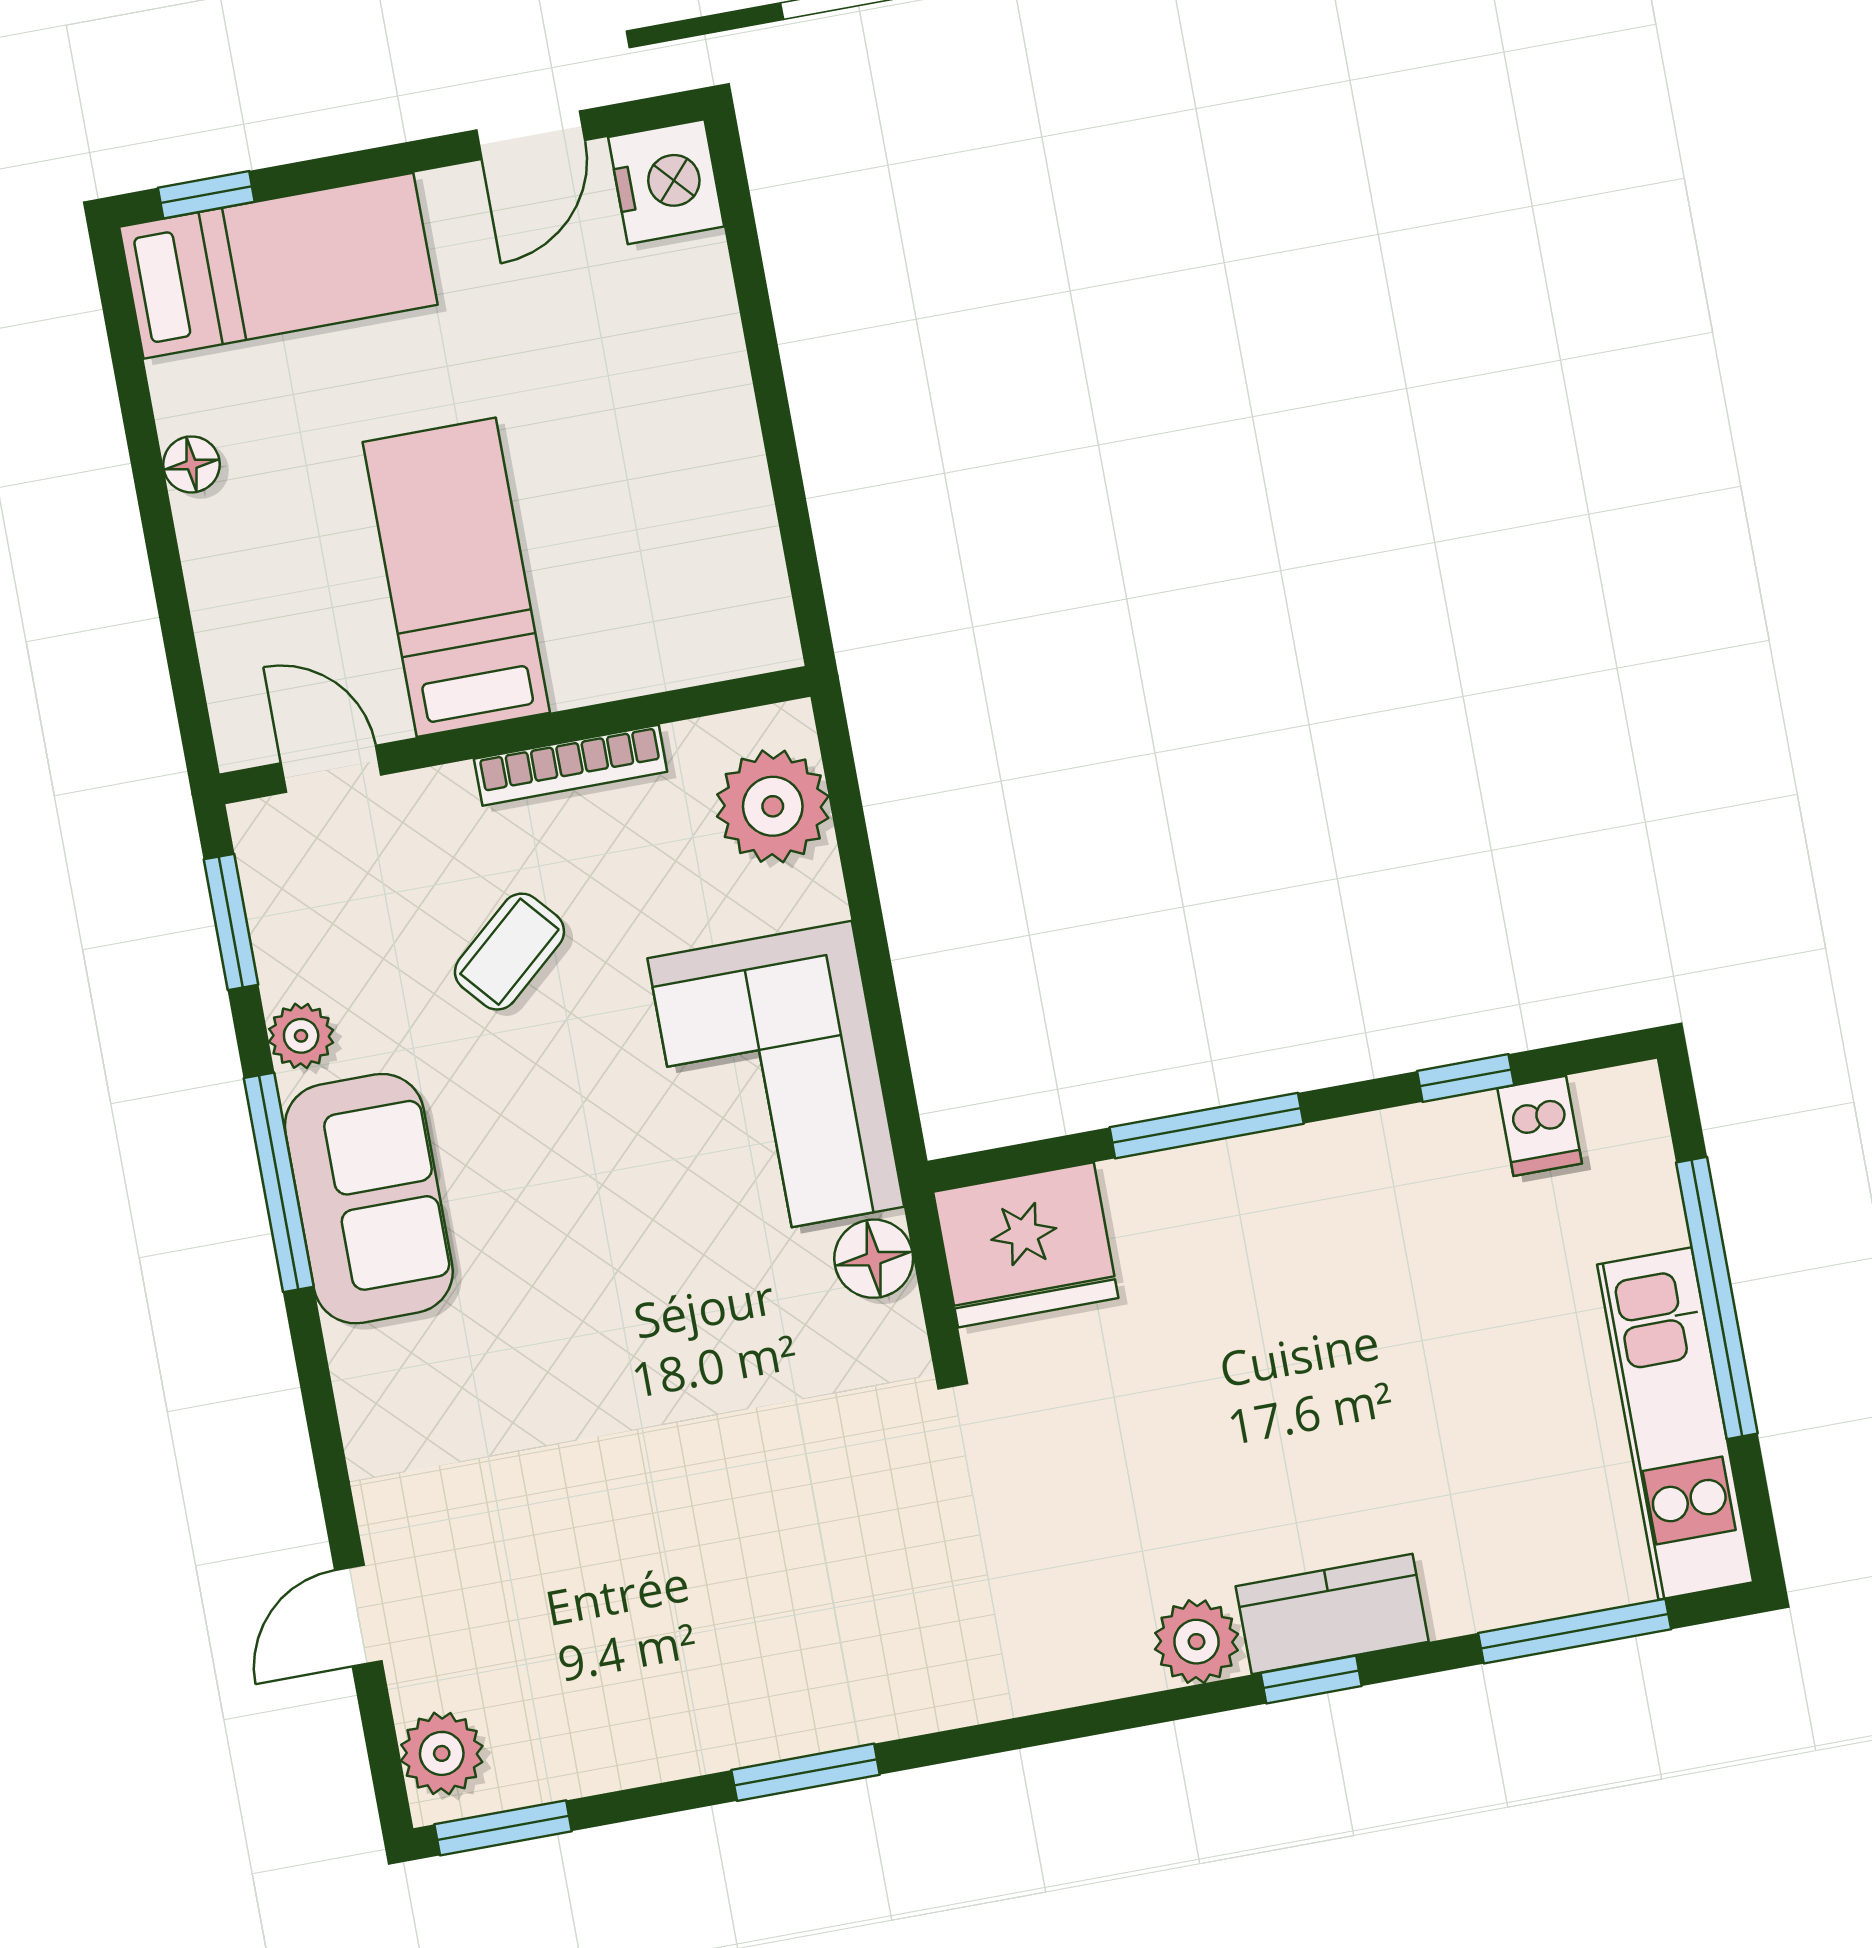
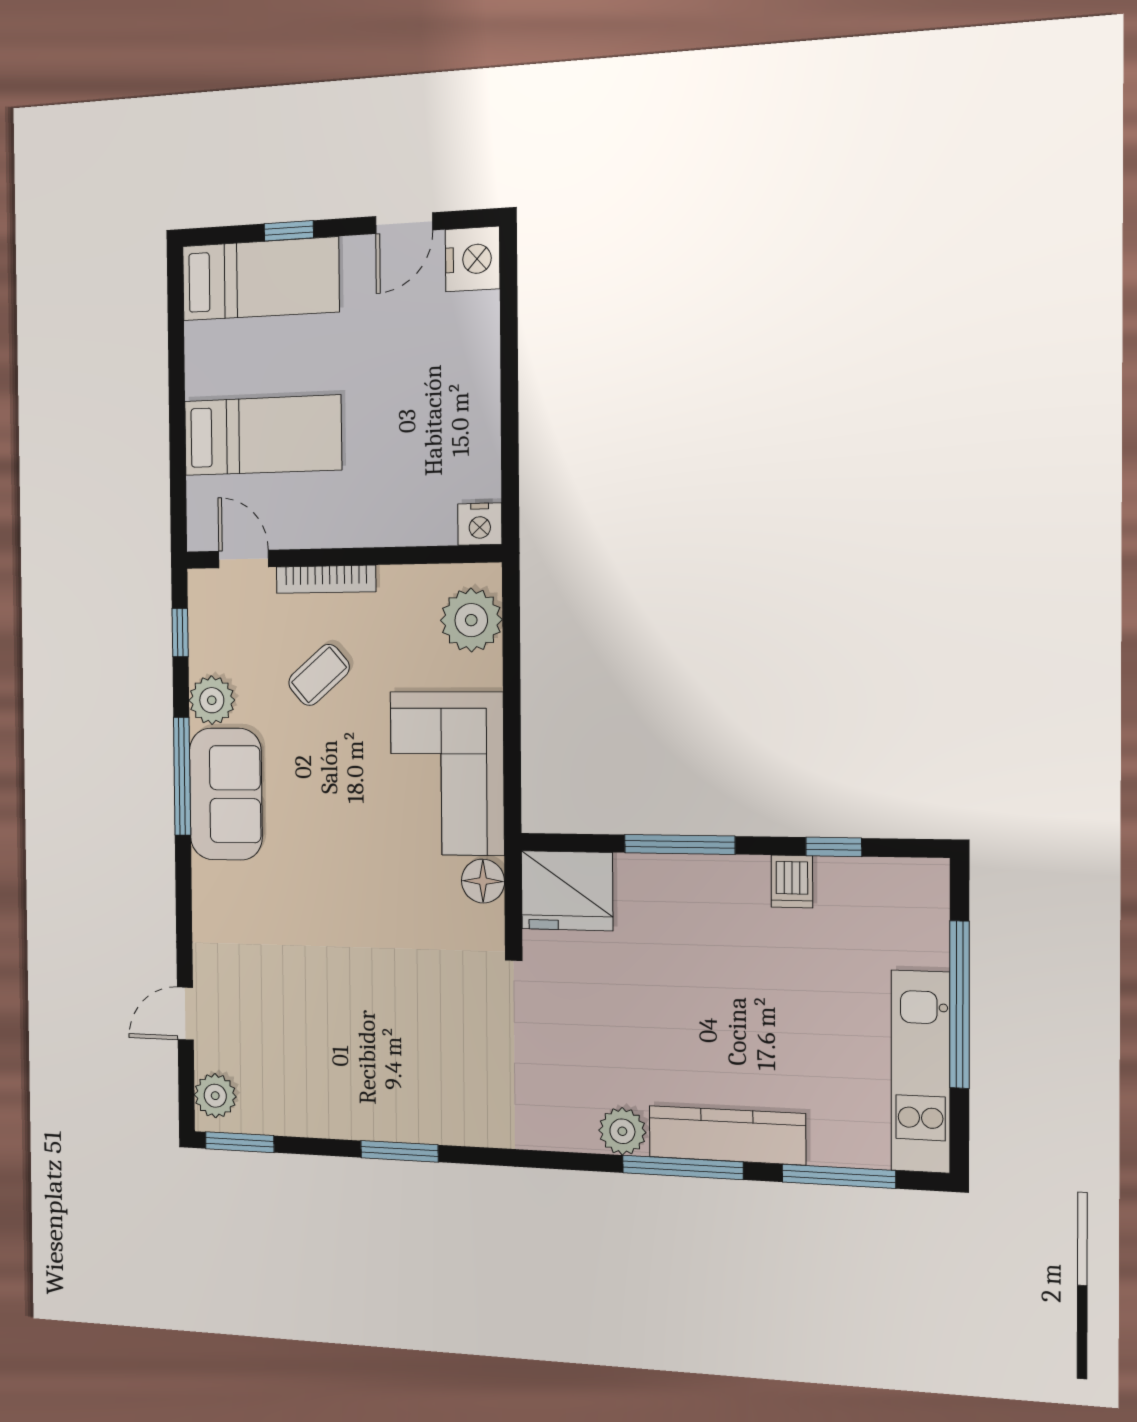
window: (206, 195) -> (289, 231), moved
floor lamp: (191, 464) -> (199, 382), removed
bed: (456, 577) -> (263, 435), moved, turned 90
nightstand: (759, 637) -> (480, 524), added
bookcase: (571, 765) -> (326, 579), moved
window: (231, 922) -> (180, 633), width x0.67
plant: (301, 1036) -> (212, 700), width x1.38, depth x1.38
dishwasher: (1540, 1126) -> (792, 882), moved
kitchen counter: (1332, 1614) -> (727, 1135), width x1.50
window: (1311, 1679) -> (683, 1167), width x2.17

